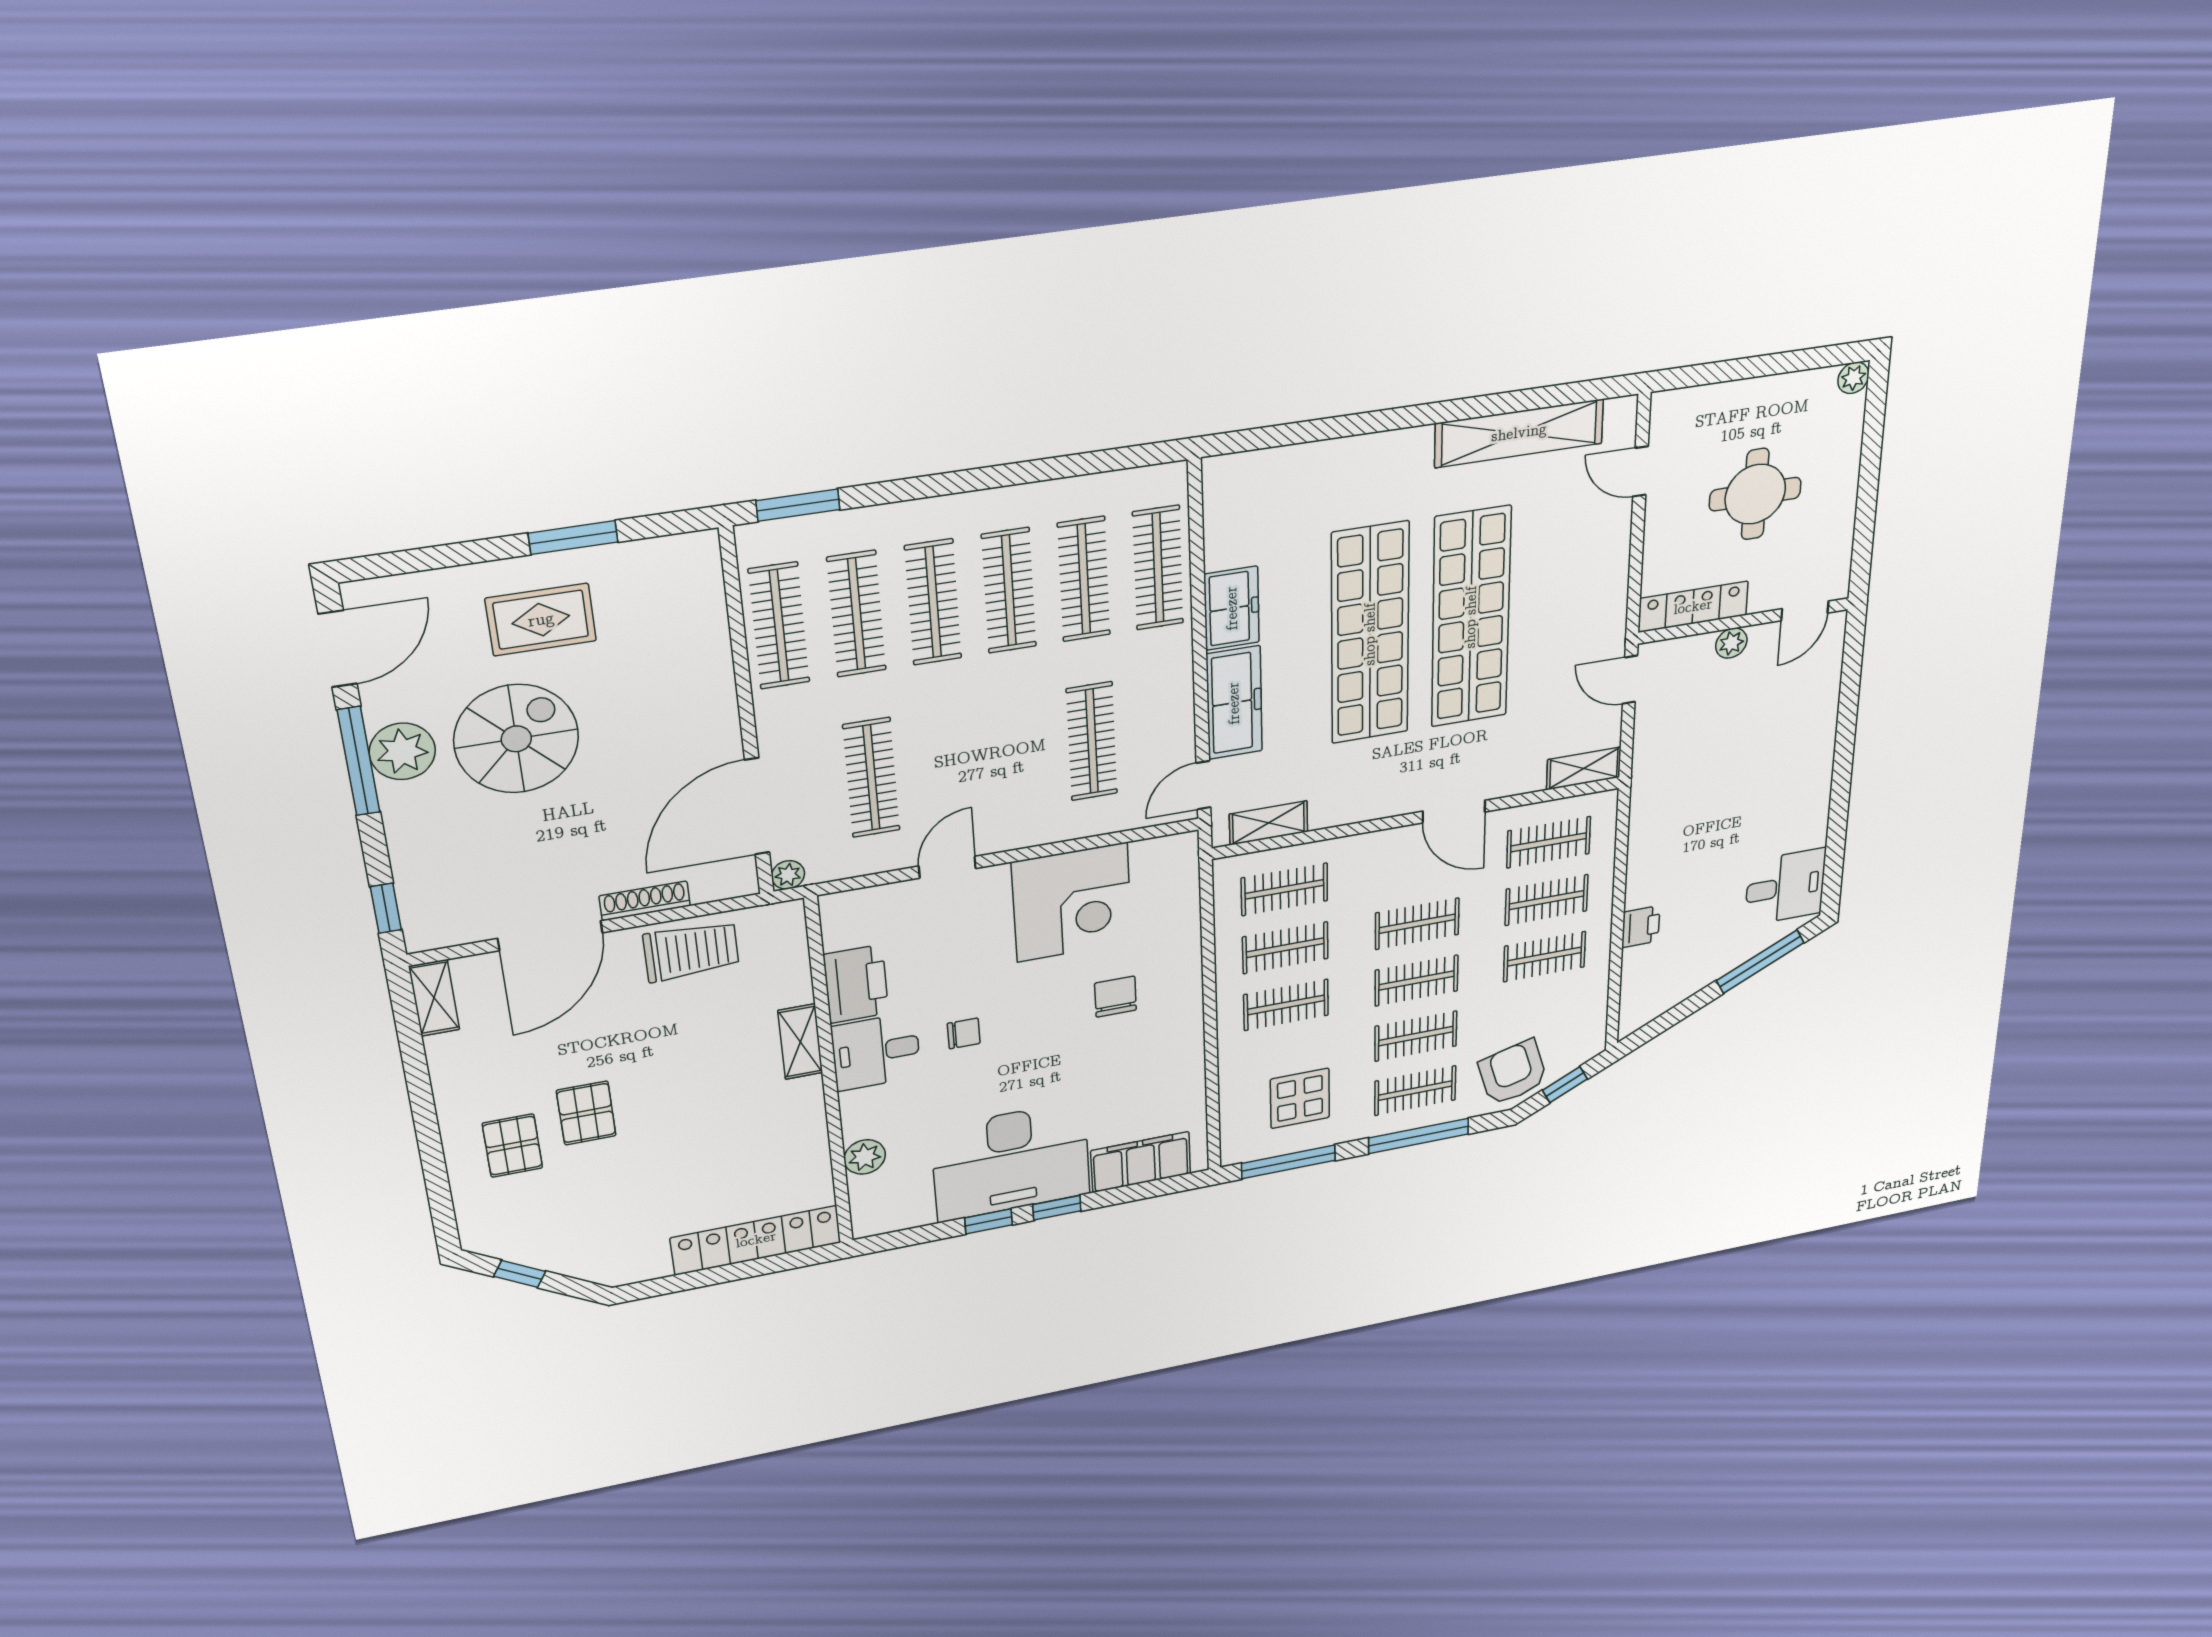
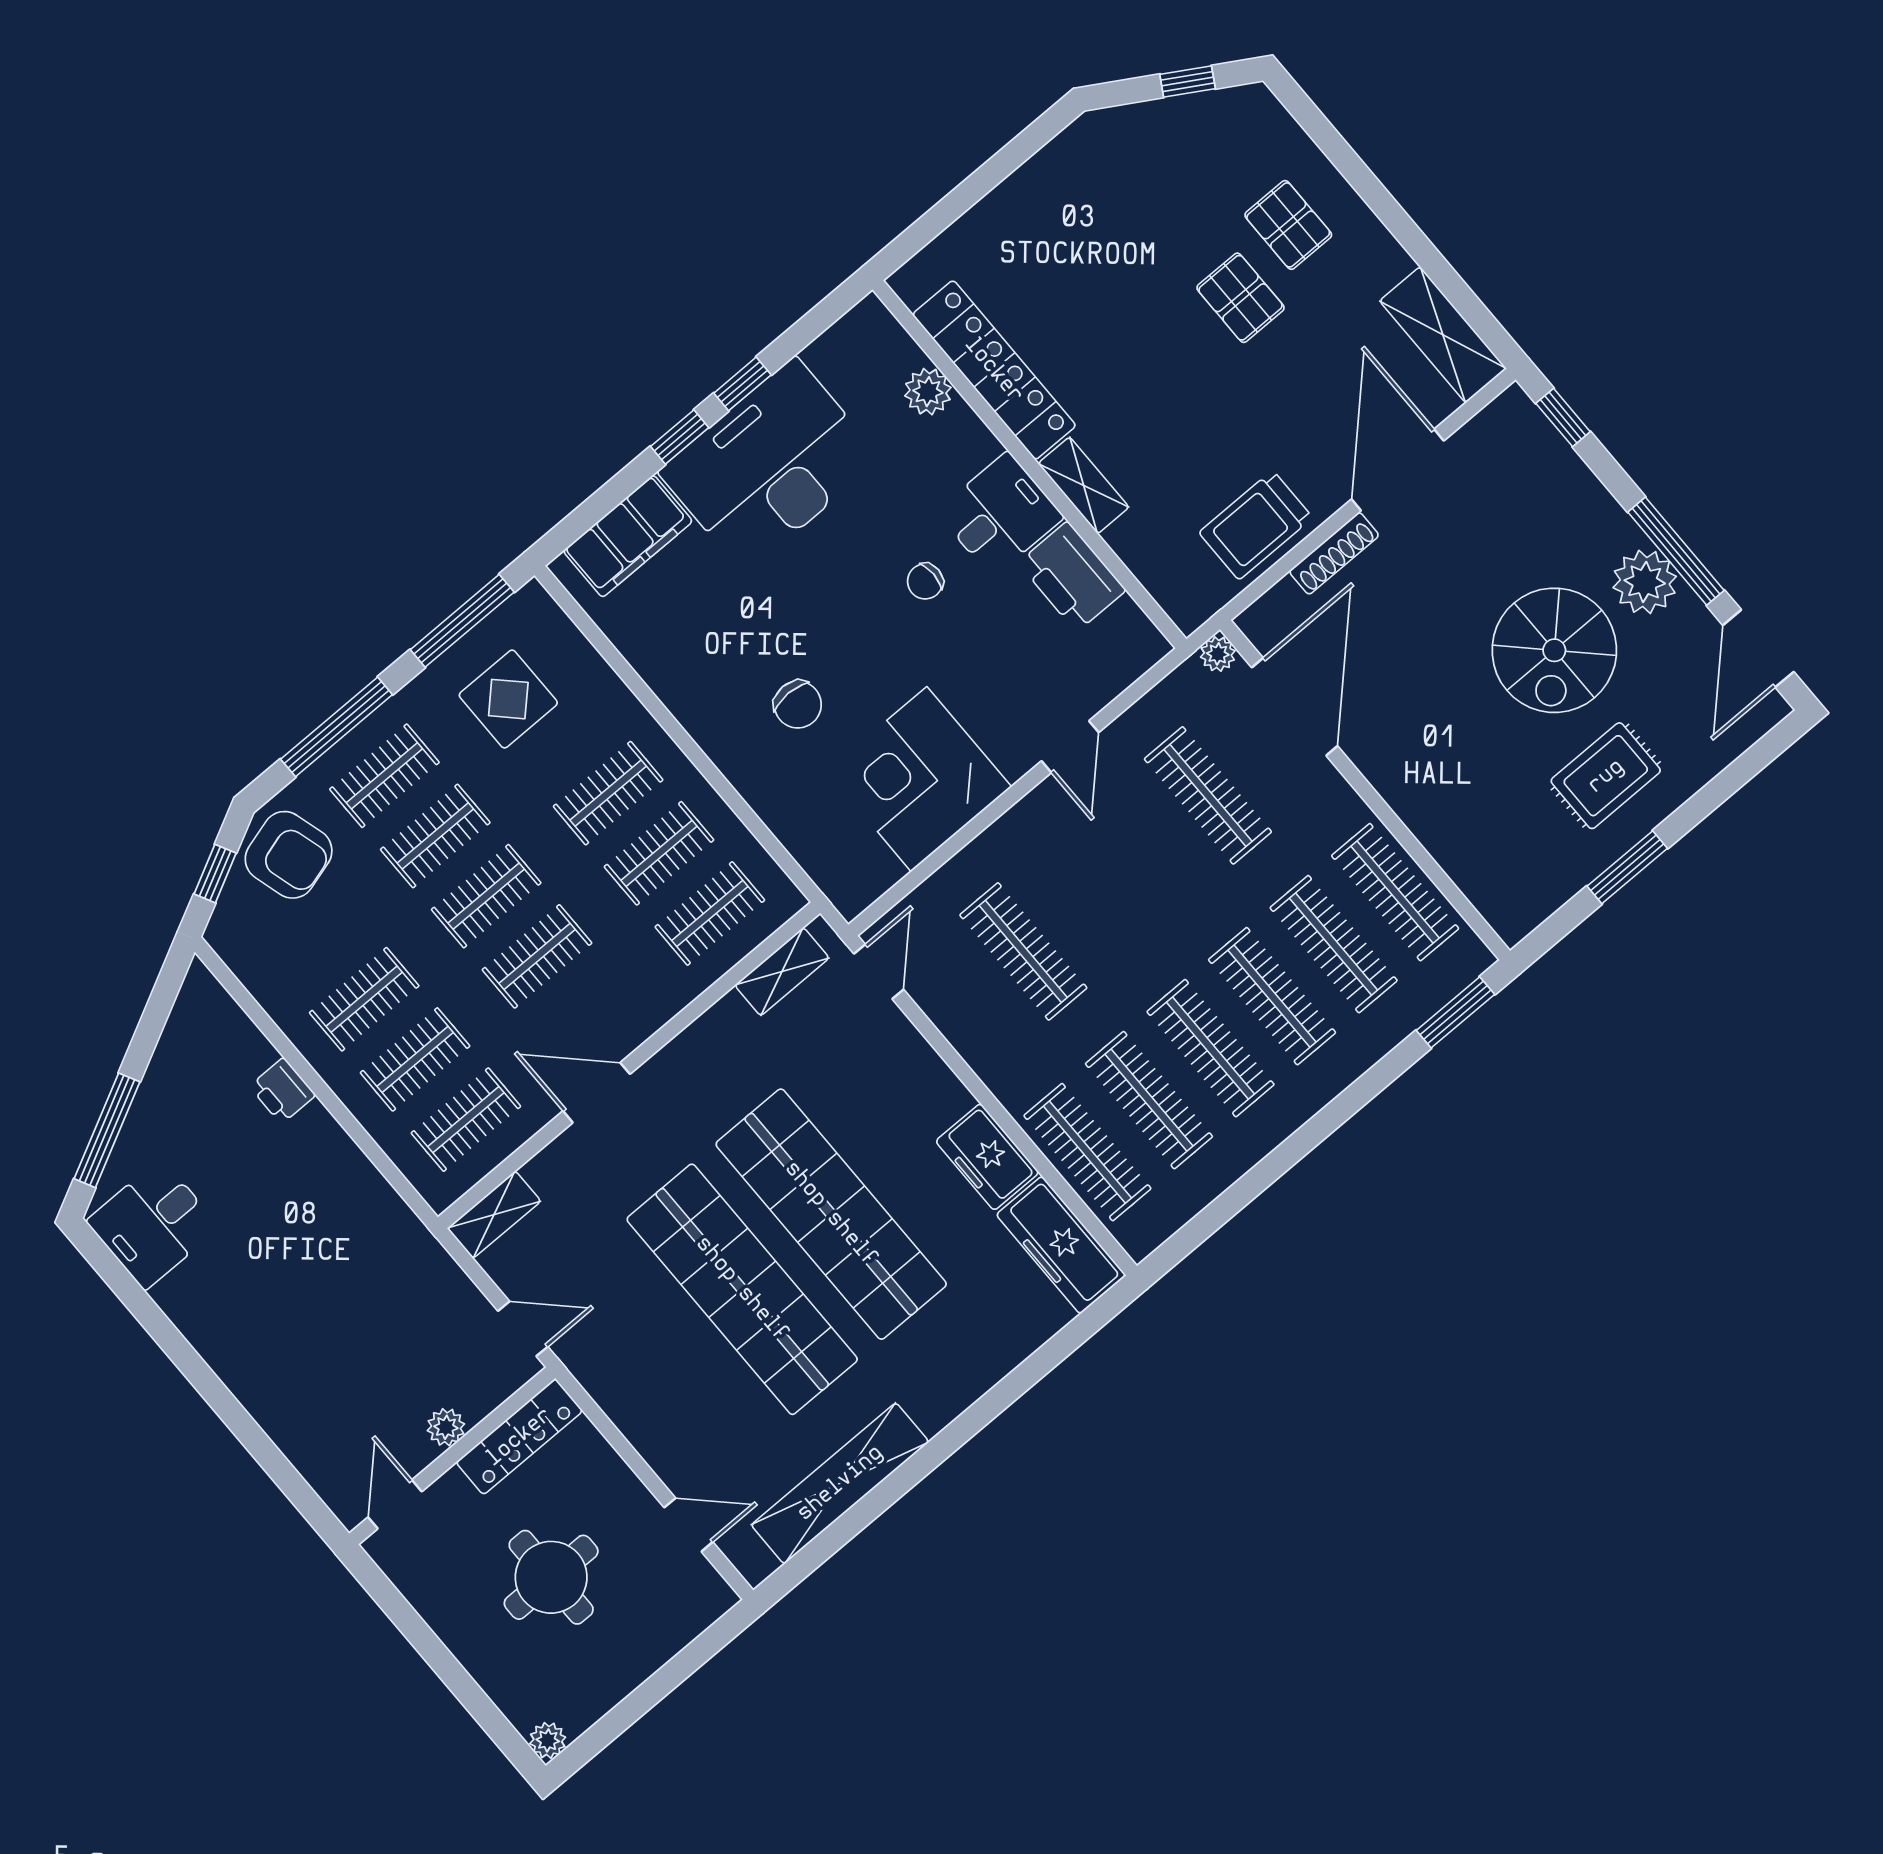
freezer: (1234, 703) -> (1061, 1245), moved
shelving: (434, 998) -> (1443, 335), width x1.50, depth x1.33
locker: (756, 1240) -> (994, 370), moved, turned -90

